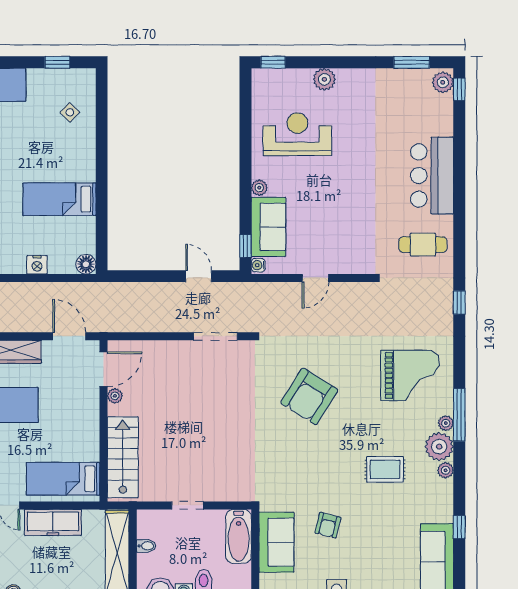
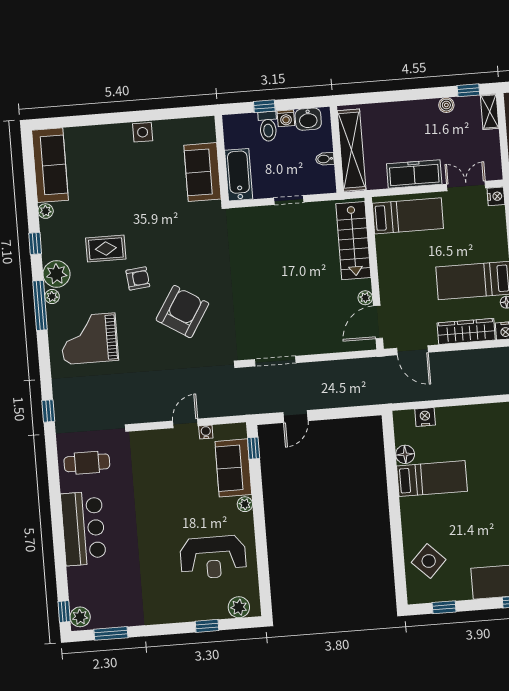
window: (273, 62) -> (207, 626), moved
plant: (324, 79) -> (239, 607), moved
side table: (70, 112) -> (429, 561), width x1.87, depth x1.87
floor lamp: (86, 264) -> (405, 454), moved
nightstand: (37, 265) -> (425, 417), moved
water cooler: (258, 265) -> (206, 432), moved, turned -90
door: (199, 276) -> (295, 417), hinge flipped
plant: (446, 470) -> (46, 211), moved
armchair: (328, 525) -> (138, 278), moved, turned 70
window: (459, 527) -> (35, 243), moved

